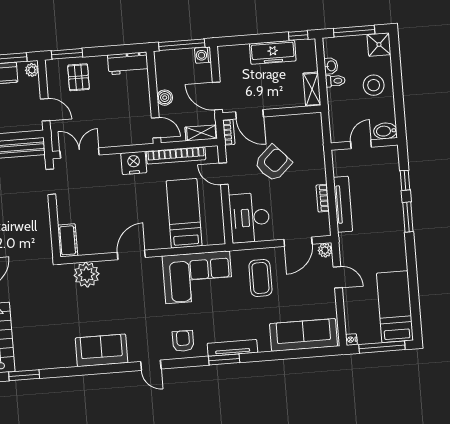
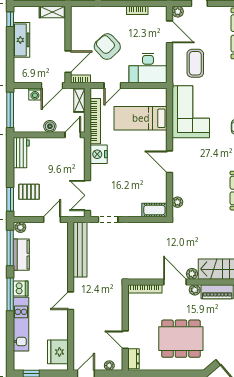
washing machine: (203, 55) -> (35, 94), moved
plant: (87, 275) -> (177, 202), width x0.53, depth x0.53
coffee table: (260, 278) -> (195, 63), turned 90

